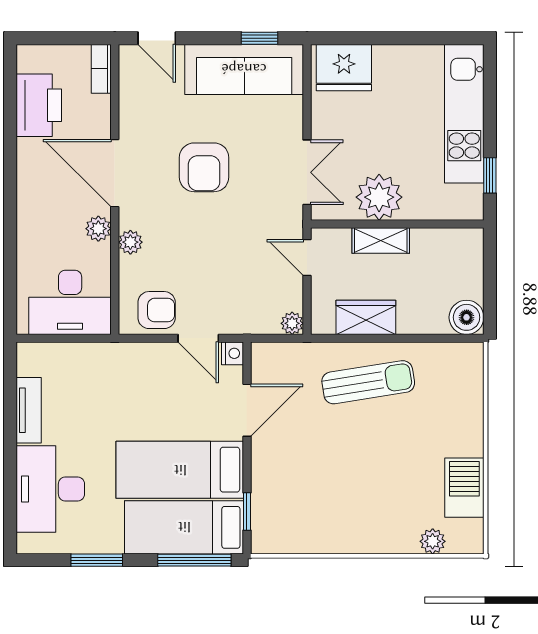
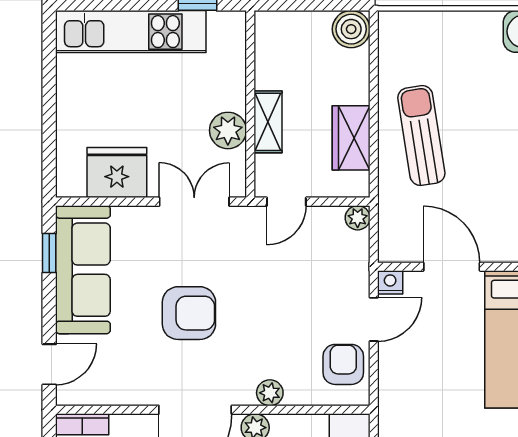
fridge: (344, 68) -> (117, 173), moved, turned -90
plant: (379, 197) -> (228, 130), width x0.73, depth x0.73

